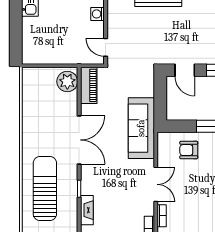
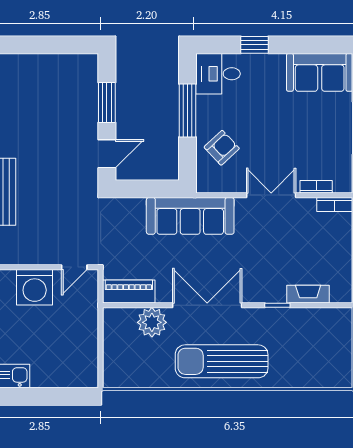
washing machine: (98, 14) -> (35, 287), width x1.89, depth x1.89
plant: (67, 81) -> (152, 322), moved
armchair: (189, 150) -> (222, 148), turned -133
sun lounger: (45, 189) -> (222, 361), moved

